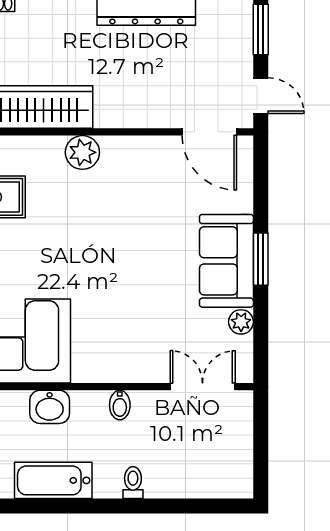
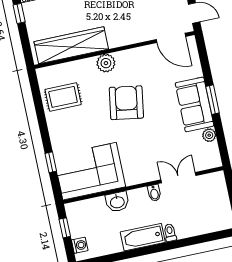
armchair: (104, 232) -> (126, 103), added
double door: (203, 387) -> (178, 178), moved
bathtub: (53, 480) -> (143, 237), moved

